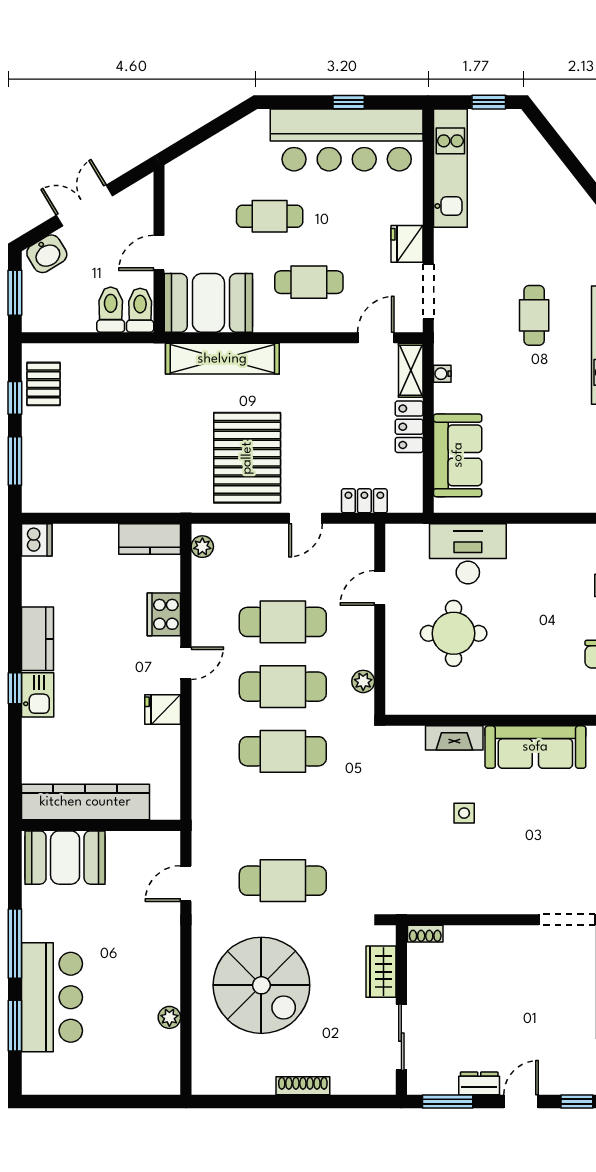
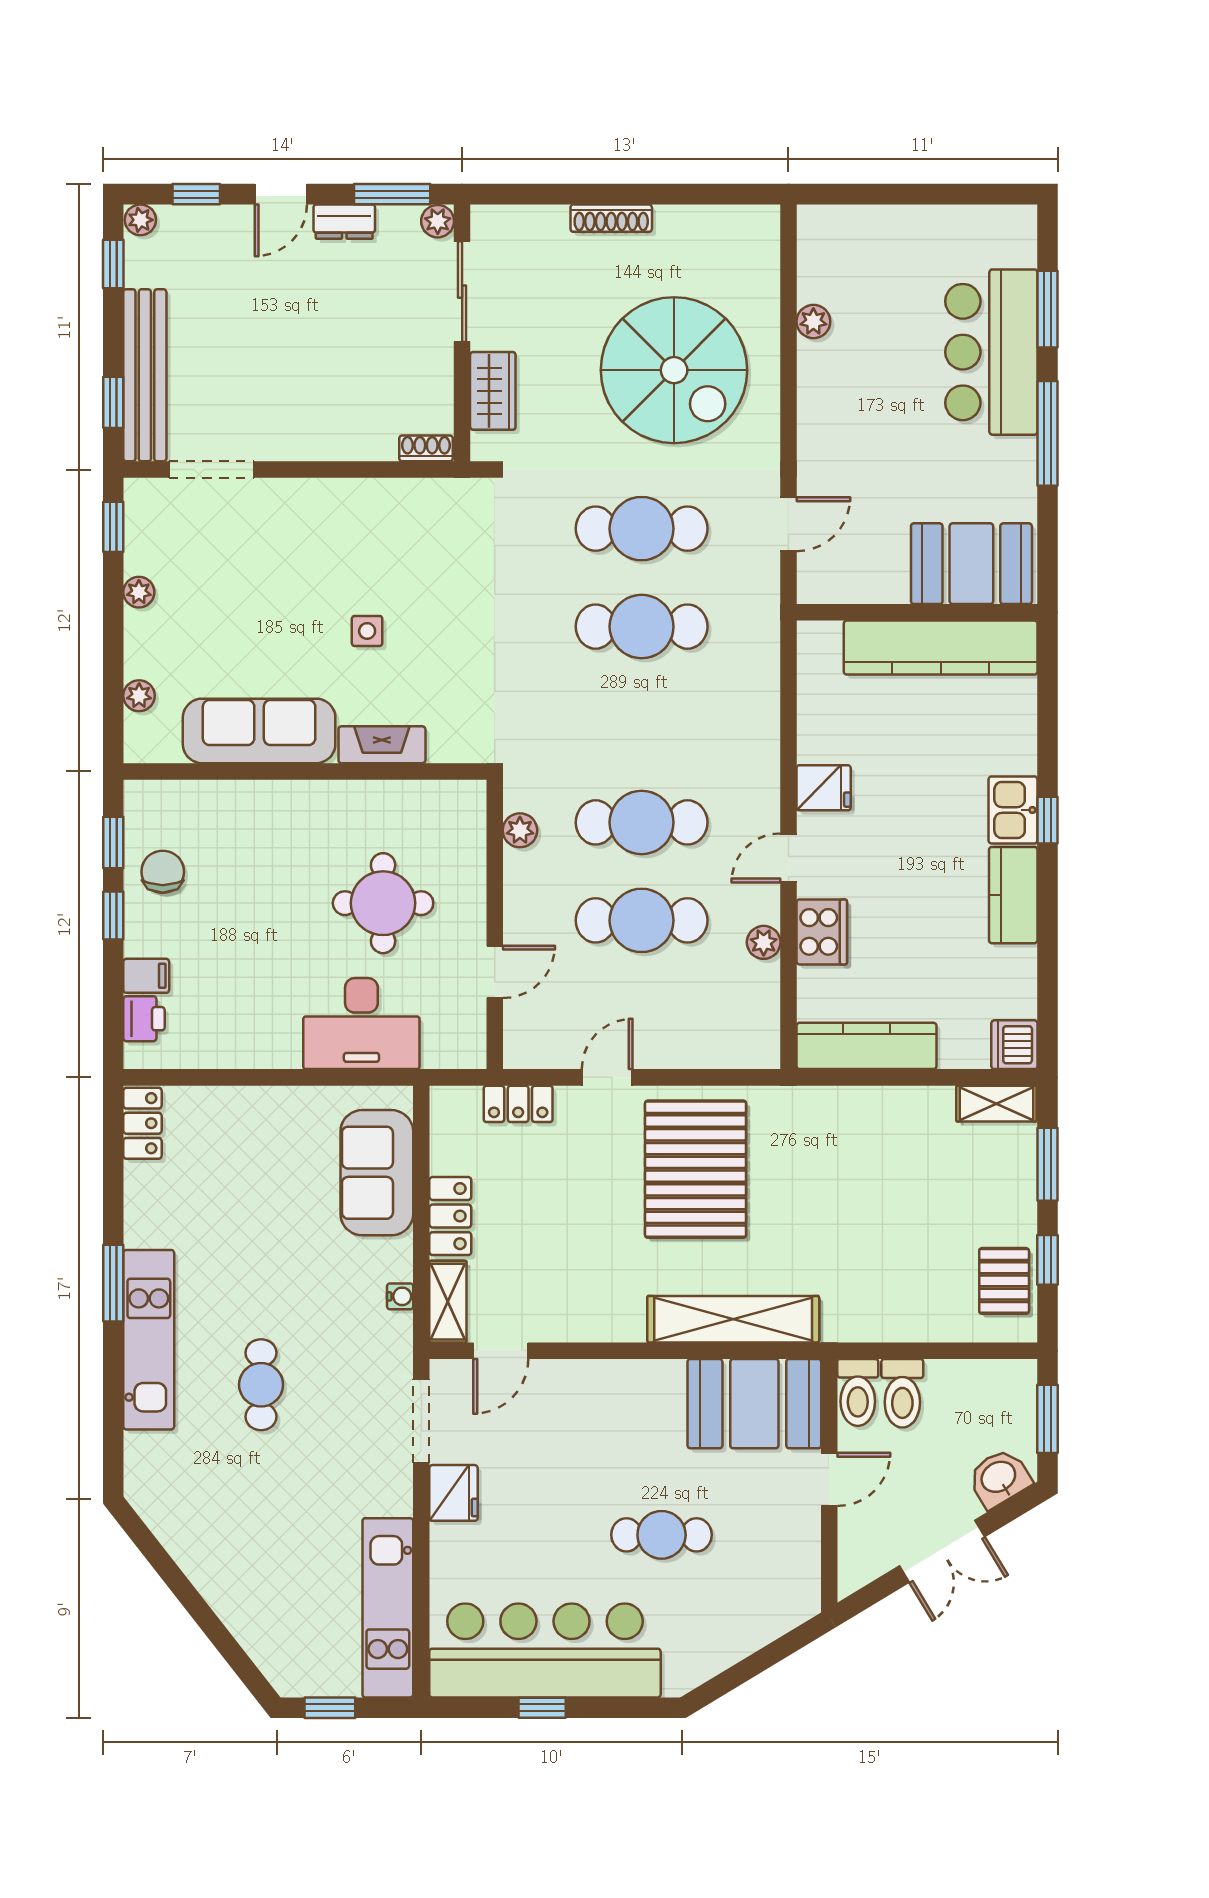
cafe table: (309, 282) -> (602, 1435), removed
shelving: (49, 501) -> (996, 1104), added
kitchen counter: (150, 539) -> (866, 1046), width x1.50
plant: (202, 547) -> (764, 942), moved
cafe table: (283, 751) -> (642, 627), moved
spiral stairs: (261, 985) -> (674, 370), turned 180
plant: (418, 1084) -> (438, 221), added

